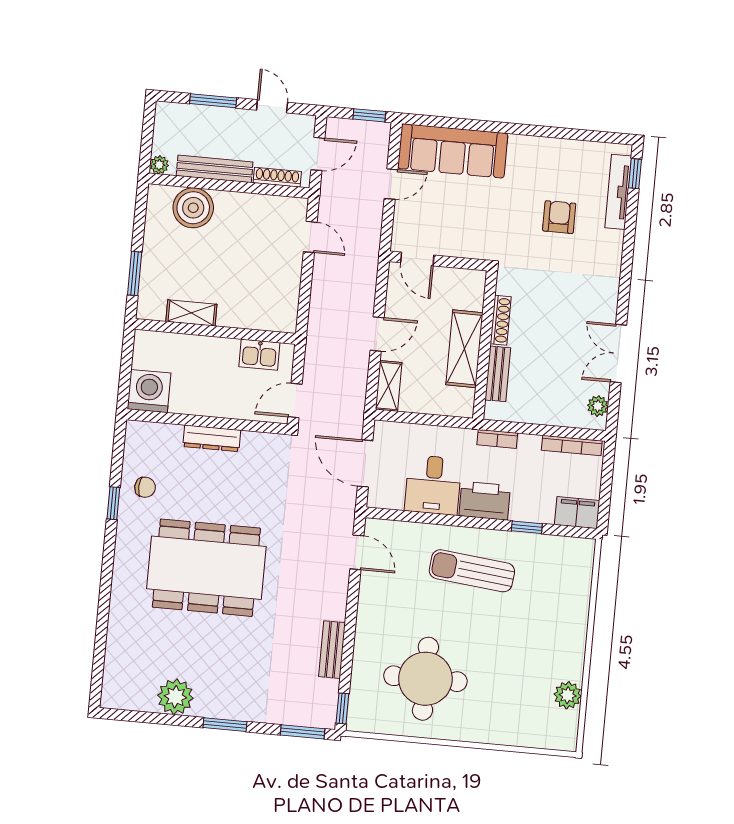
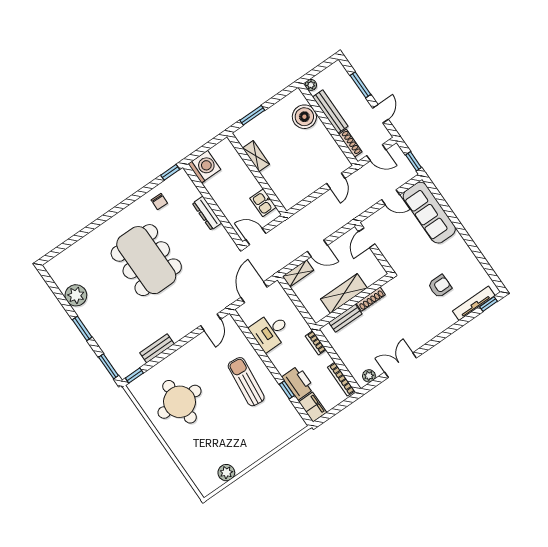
printer: (485, 501) -> (298, 383), moved
window: (113, 503) -> (170, 172), moved

